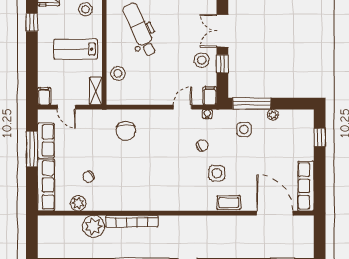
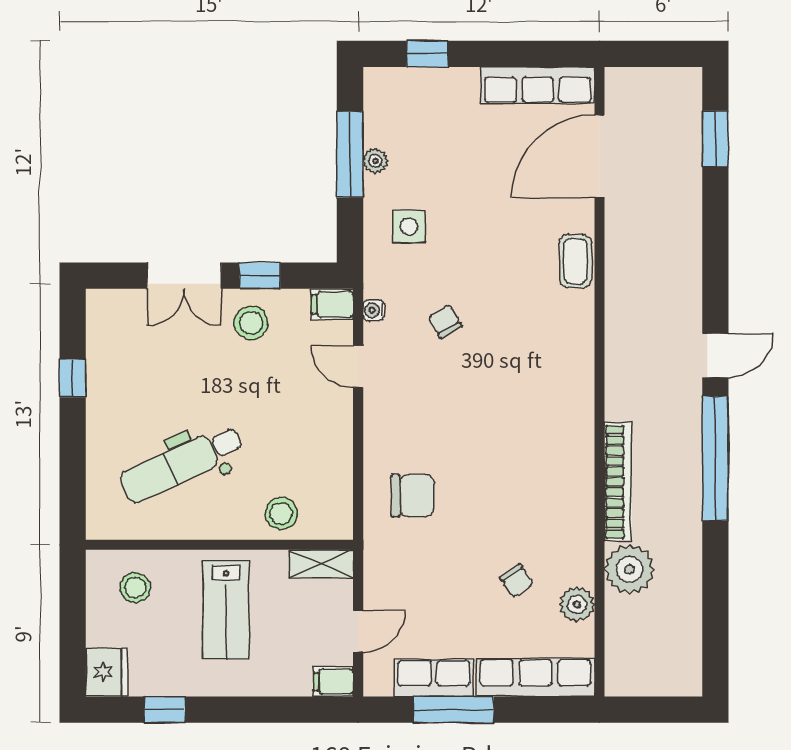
window: (252, 104) -> (350, 155), moved
side table: (217, 173) -> (508, 288), removed

